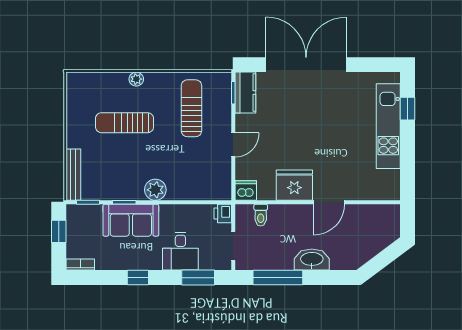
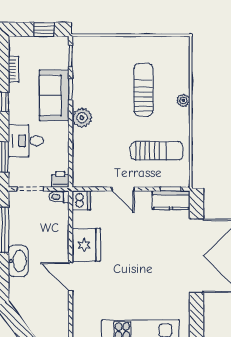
bench: (73, 175) -> (96, 43), removed
toilet: (261, 215) -> (59, 197), moved
bookcase: (80, 265) -> (14, 69), moved

